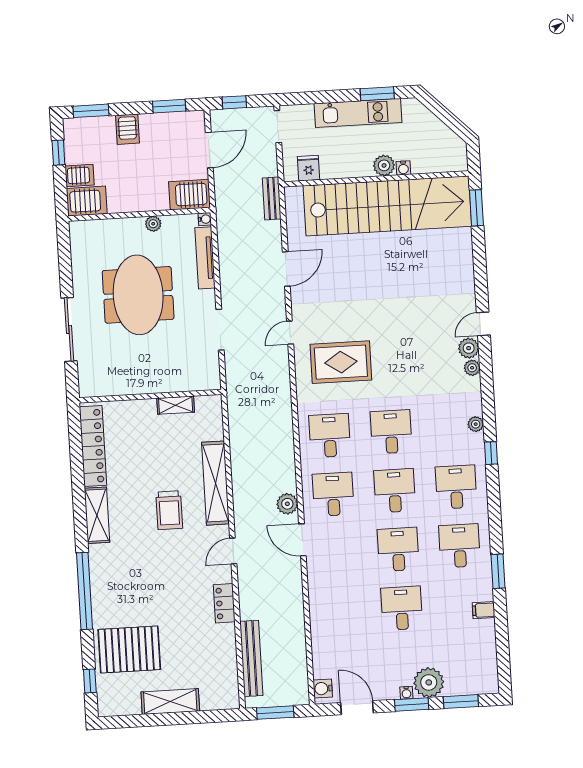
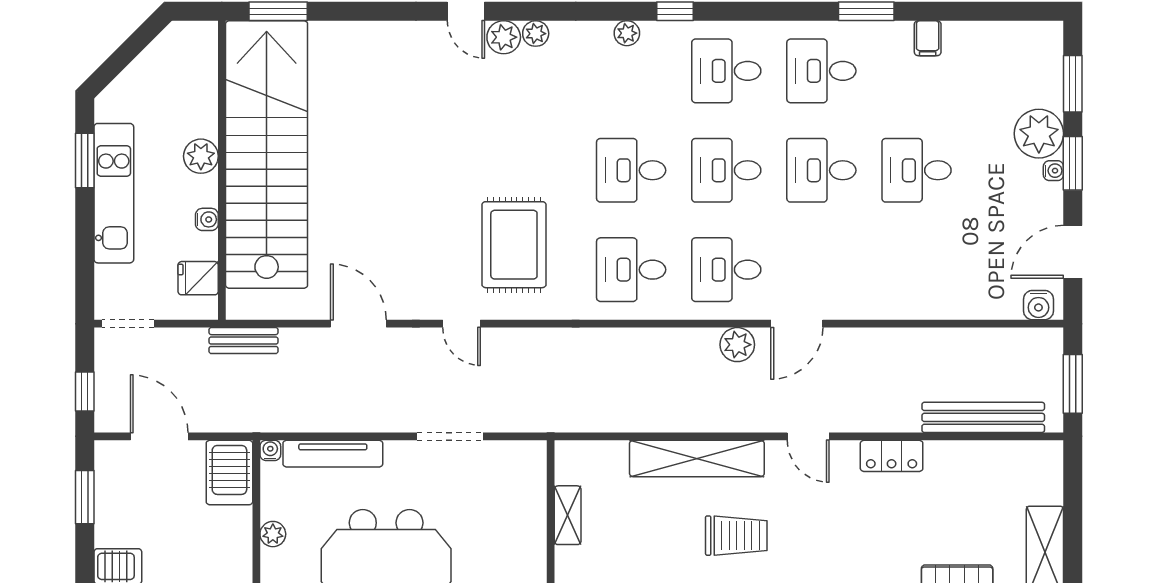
water cooler: (403, 168) -> (207, 219), moved

